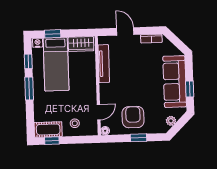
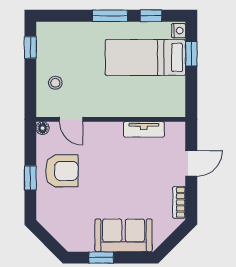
wardrobe: (81, 44) -> (175, 96), removed
tv unit: (104, 64) -> (144, 129), width x0.71
sofa: (175, 82) -> (124, 235), width x0.73
plant: (171, 121) -> (54, 228), removed
cot: (48, 129) -> (47, 42), removed

